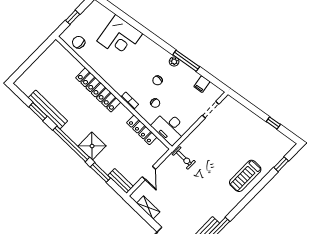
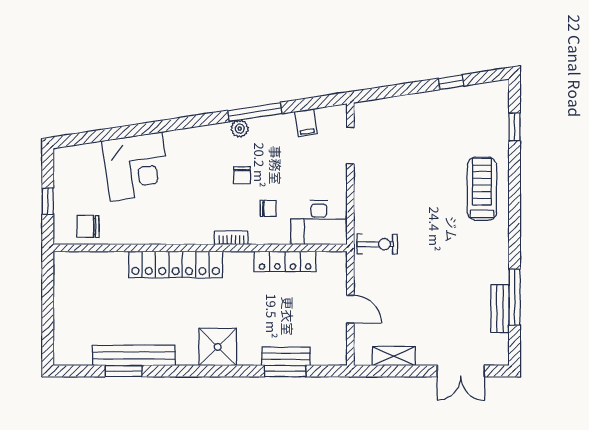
window: (71, 144) -> (209, 371), removed
shower: (92, 146) -> (218, 347), moved
treadmill: (245, 176) -> (482, 189), turned 180
bench: (121, 181) -> (286, 356), moved

